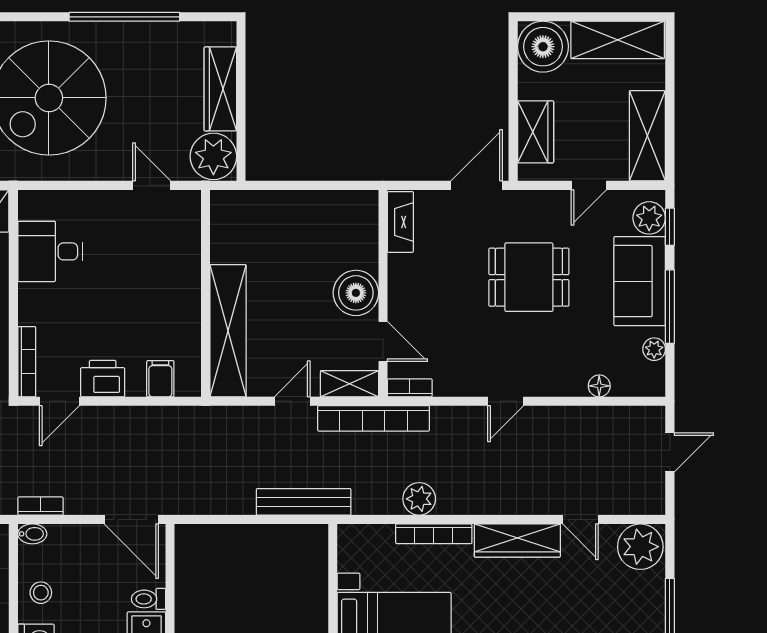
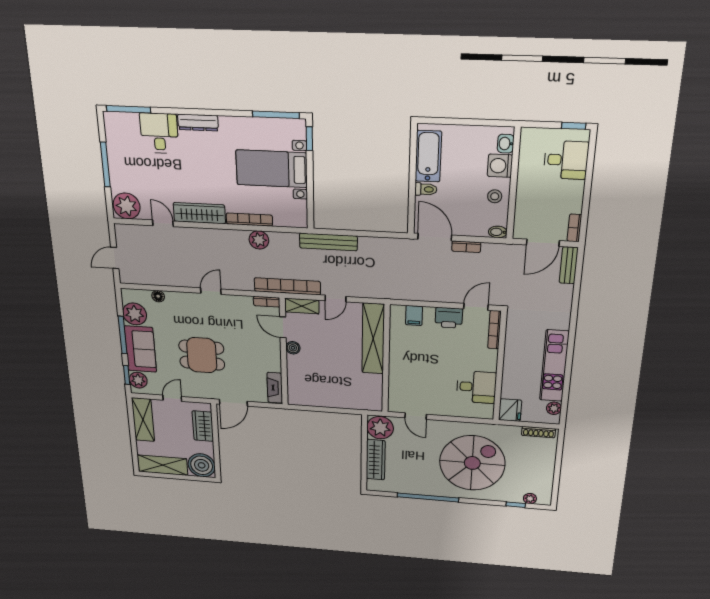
boiler: (356, 293) -> (293, 348), width x0.54, depth x0.54
plant: (654, 349) -> (135, 314), width x1.87, depth x1.87
bookcase: (41, 506) -> (466, 247), moved

